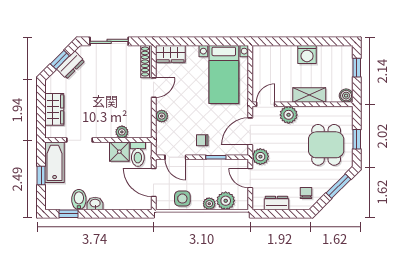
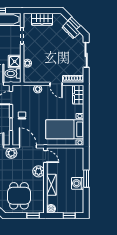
window: (300, 41) -> (86, 179), added
window: (357, 139) -> (33, 216), moved
dining table: (326, 145) -> (19, 196), turned 90

